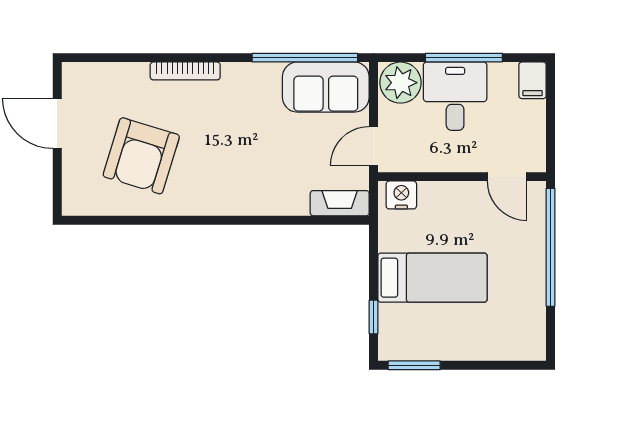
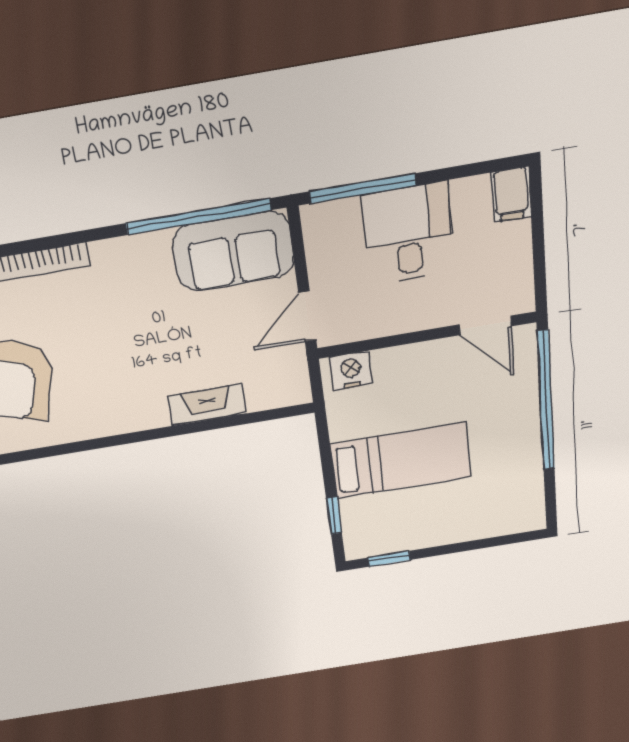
window: (464, 58) -> (363, 188), moved
plant: (401, 83) -> (333, 228), removed
fireplace: (340, 203) -> (207, 405), moved
window: (414, 365) -> (389, 559), width x0.67

